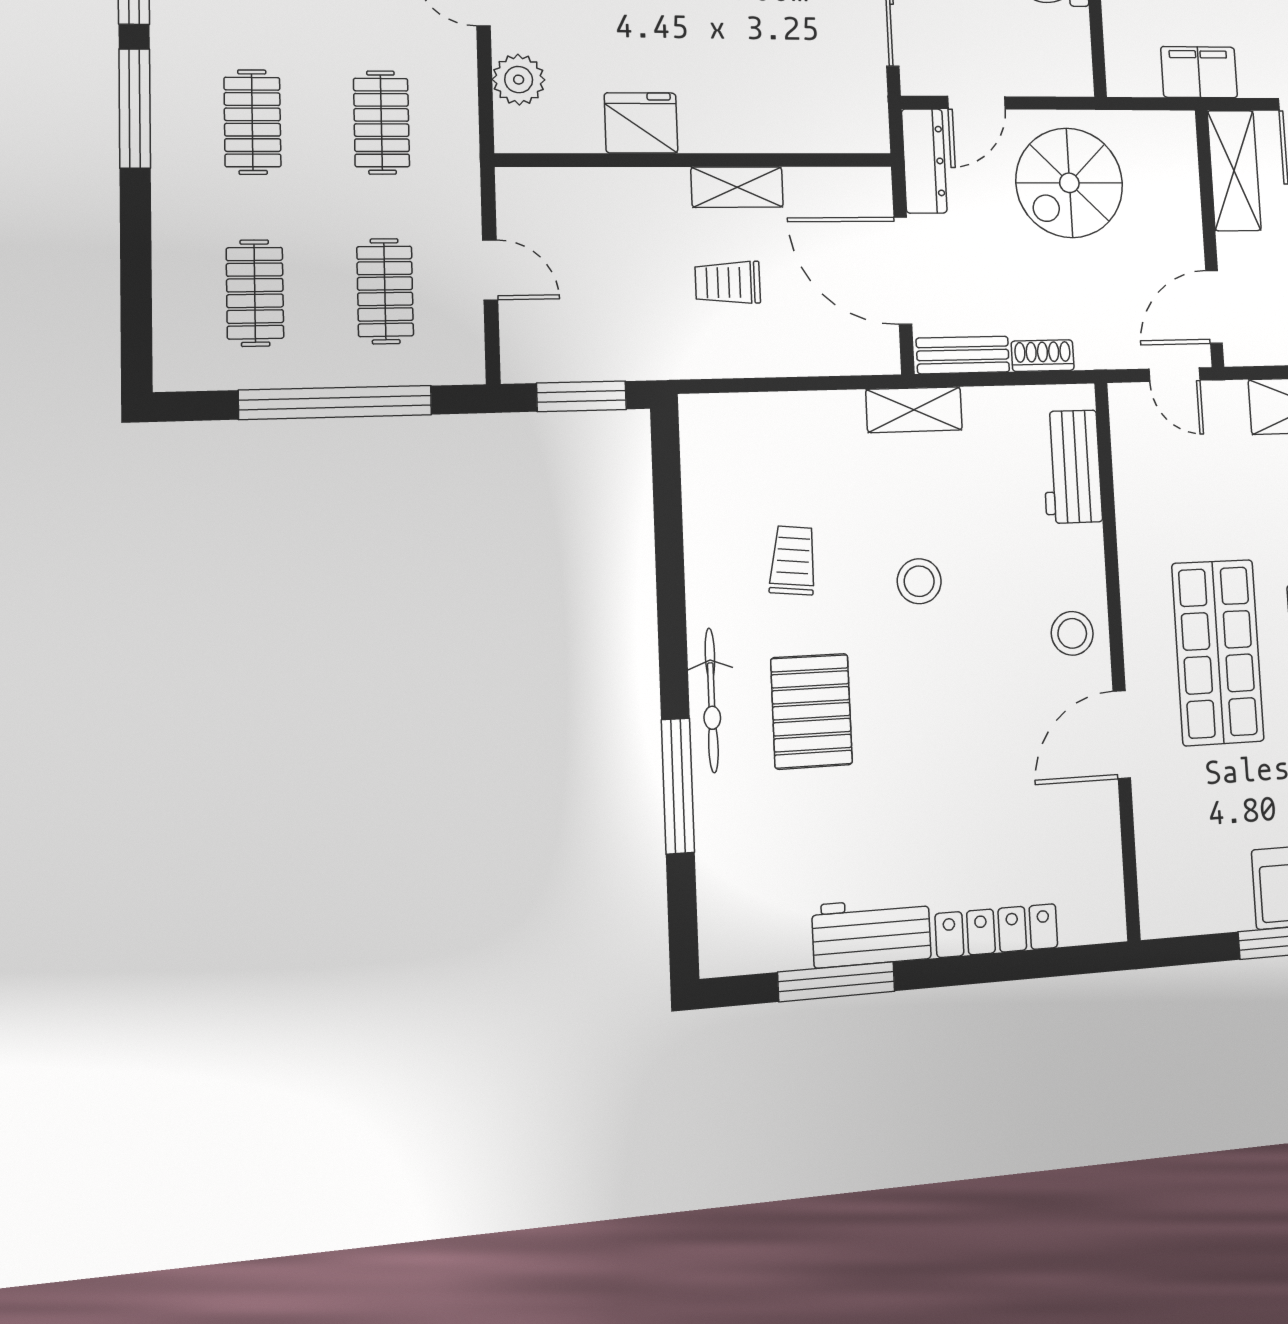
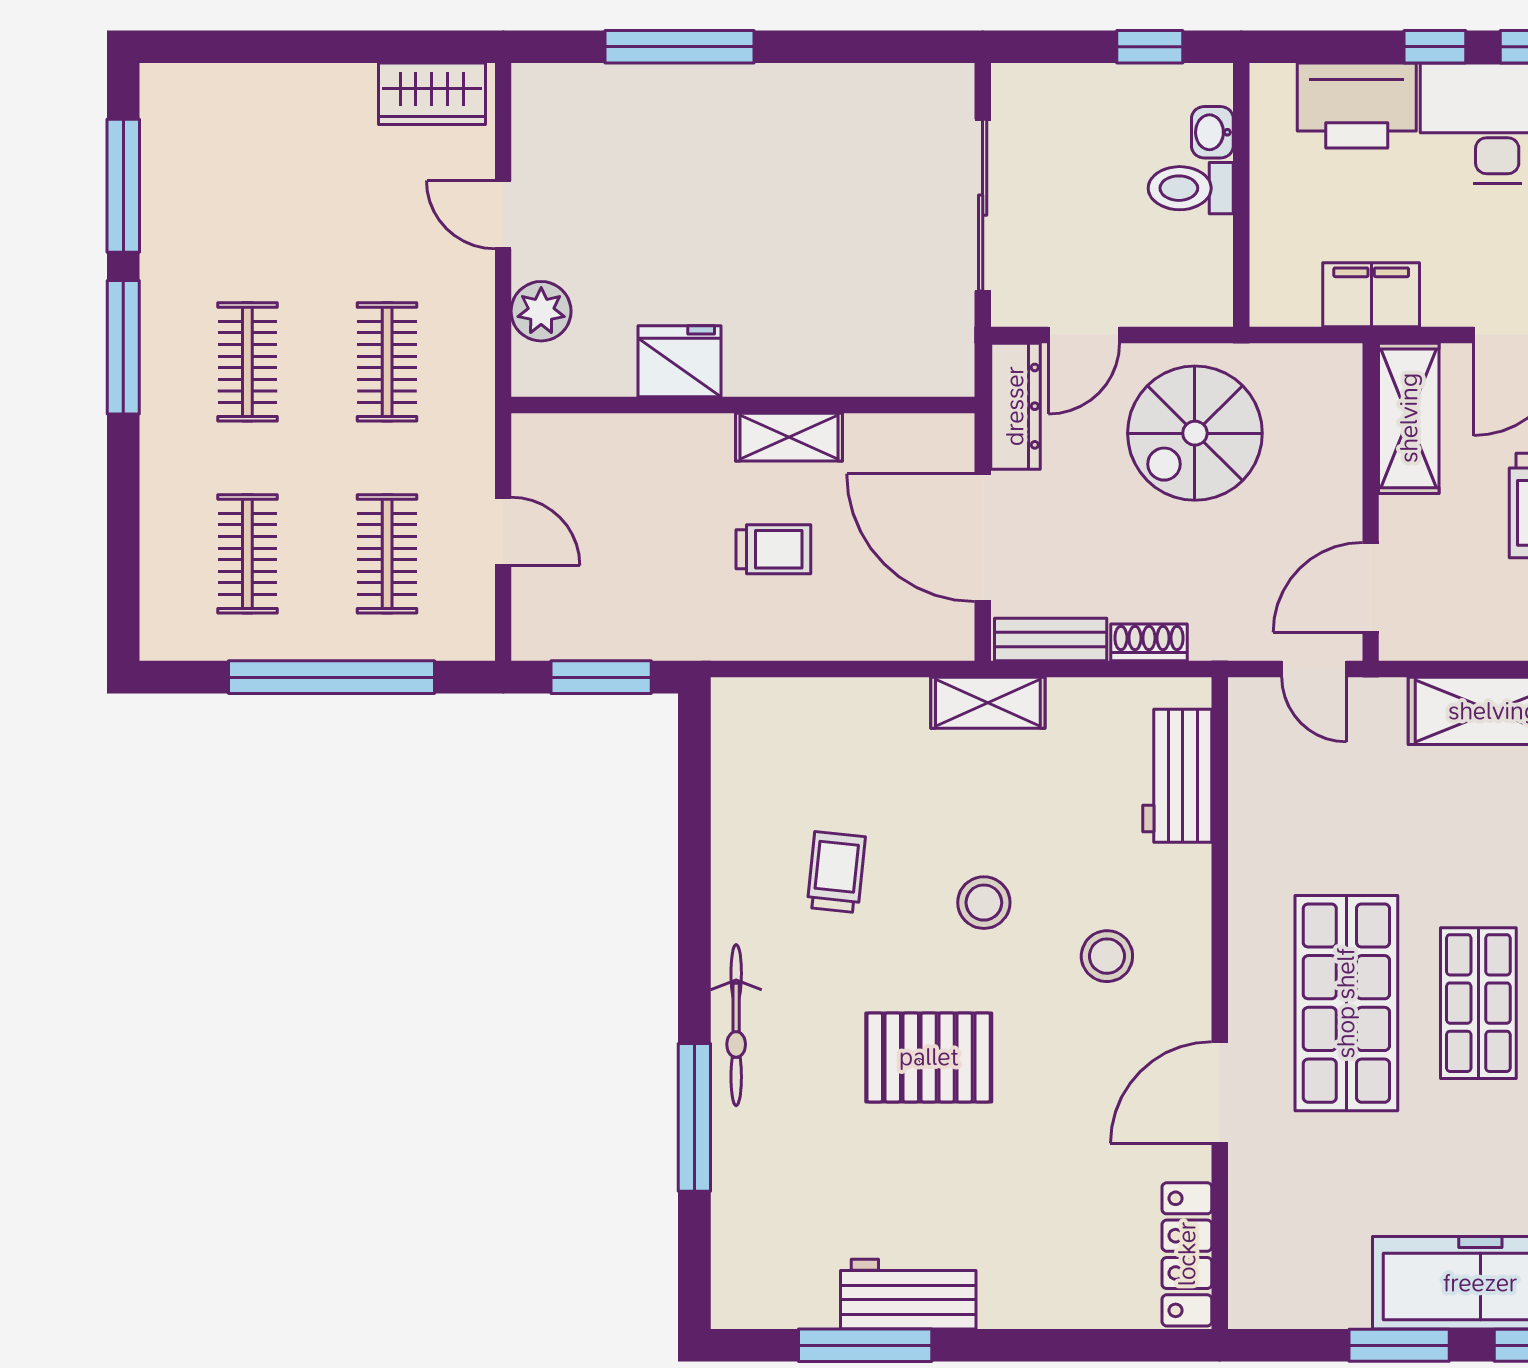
trolley: (728, 283) -> (773, 549), turned 180
stool: (1072, 633) -> (1107, 956), moved
pallet: (811, 711) -> (929, 1057), moved, turned 90
locker: (997, 931) -> (1187, 1254), moved, turned -90

